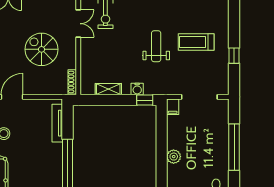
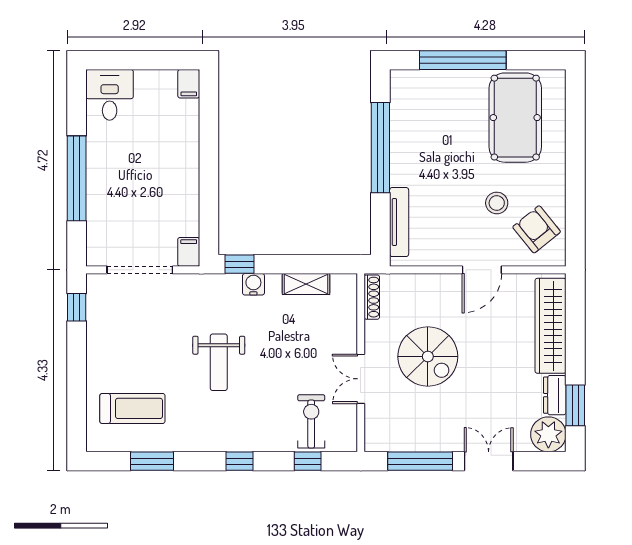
double door: (78, 24) -> (361, 379), moved
treadmill: (196, 42) -> (132, 408), moved
window: (234, 56) -> (77, 307), moved
plant: (174, 157) -> (187, 161), removed

